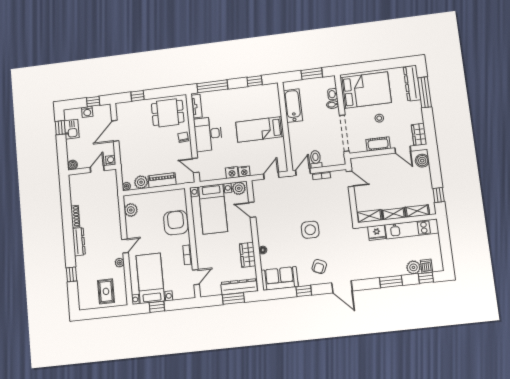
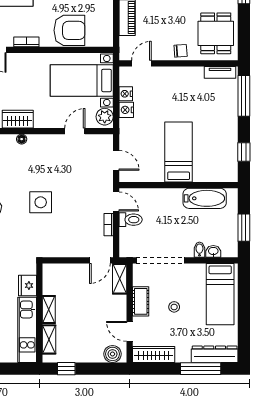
bed: (366, 90) -> (220, 294), width x0.67
desk: (208, 134) -> (181, 84), removed
wardrobe: (419, 134) -> (154, 354), width x1.50
door: (403, 150) -> (130, 331), hinge flipped
nightstand: (244, 172) -> (126, 94), moved
shelving: (369, 216) -> (120, 279), moved

